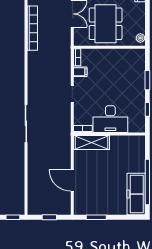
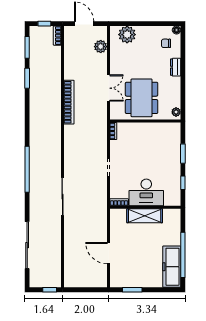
filing cabinet: (80, 72) -> (116, 145), removed
shelving: (91, 143) -> (145, 216), moved
window: (49, 217) -> (86, 290), removed

